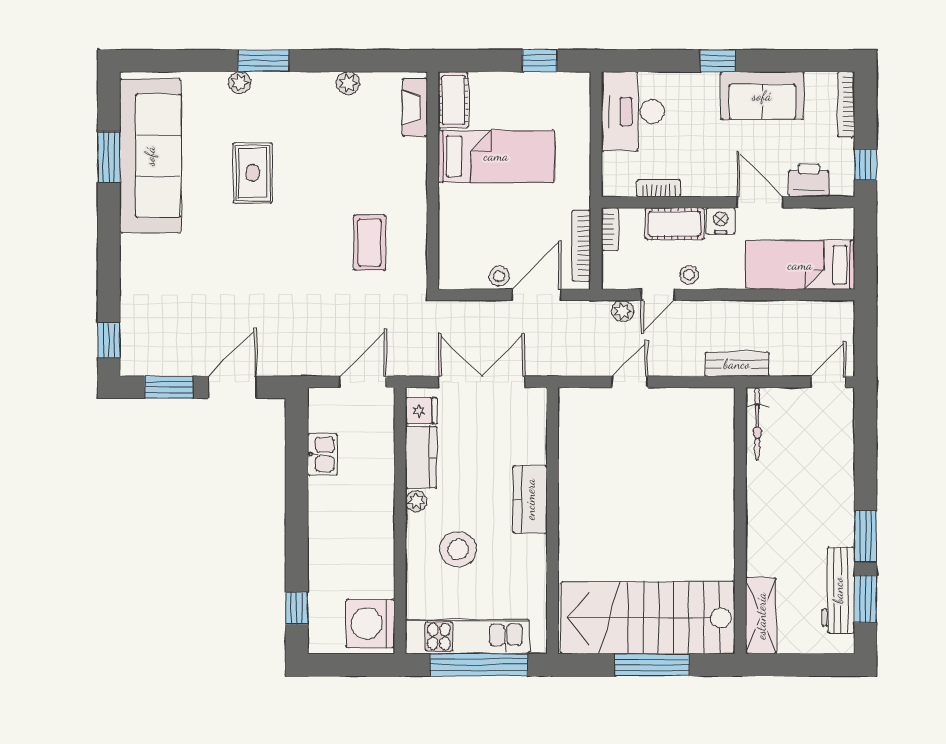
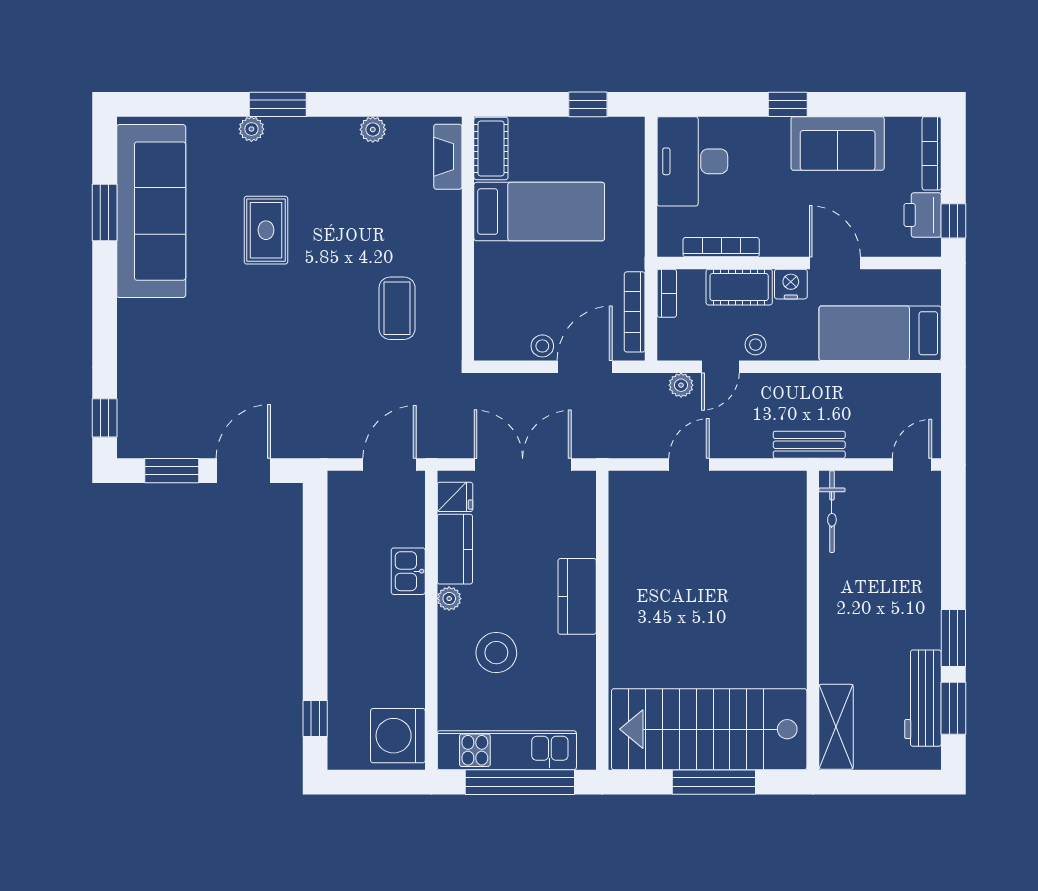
printer: (809, 180) -> (923, 215), moved, turned -90
bookcase: (658, 188) -> (721, 247), width x1.56
kitchen sink: (323, 454) -> (408, 571), moved, turned 180

